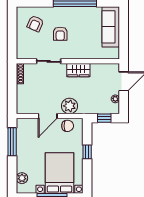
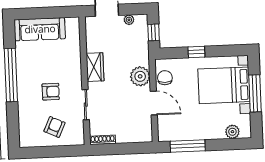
armchair: (35, 24) -> (54, 127), moved, turned -89

